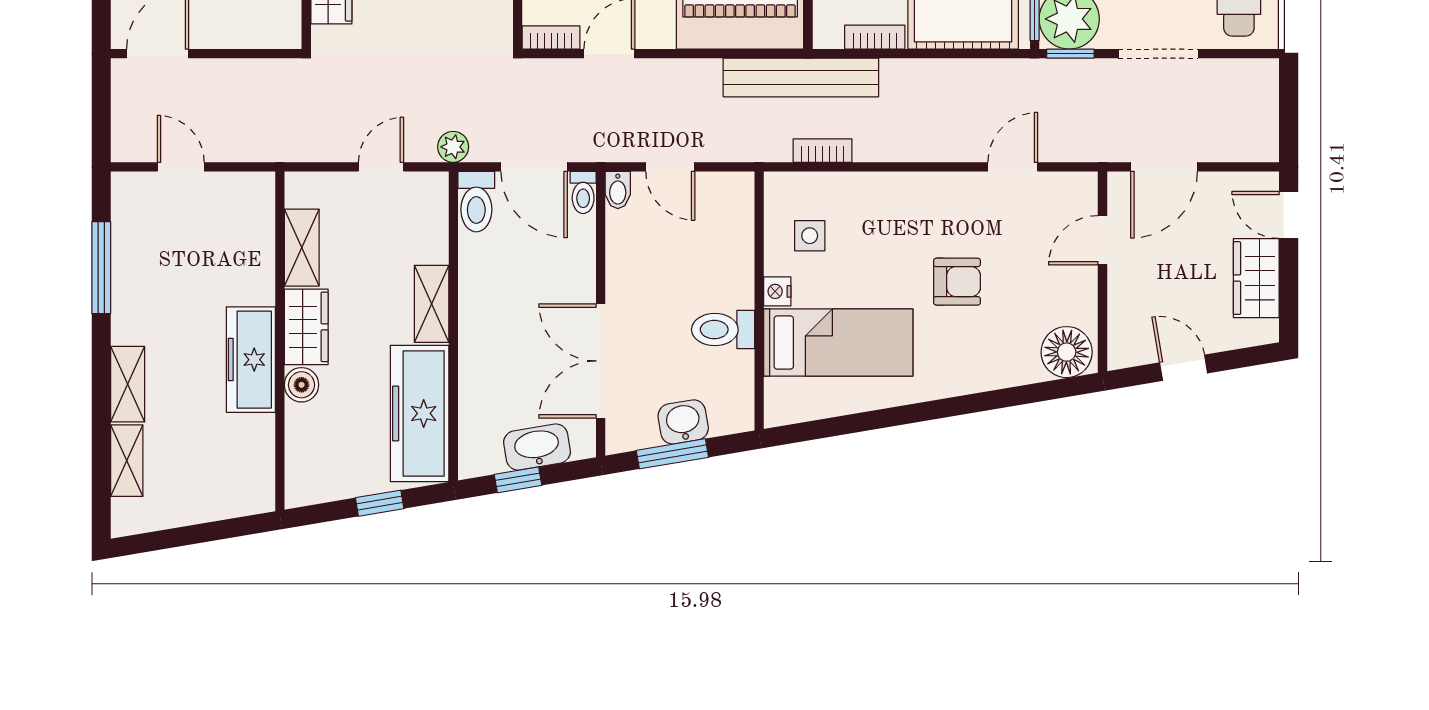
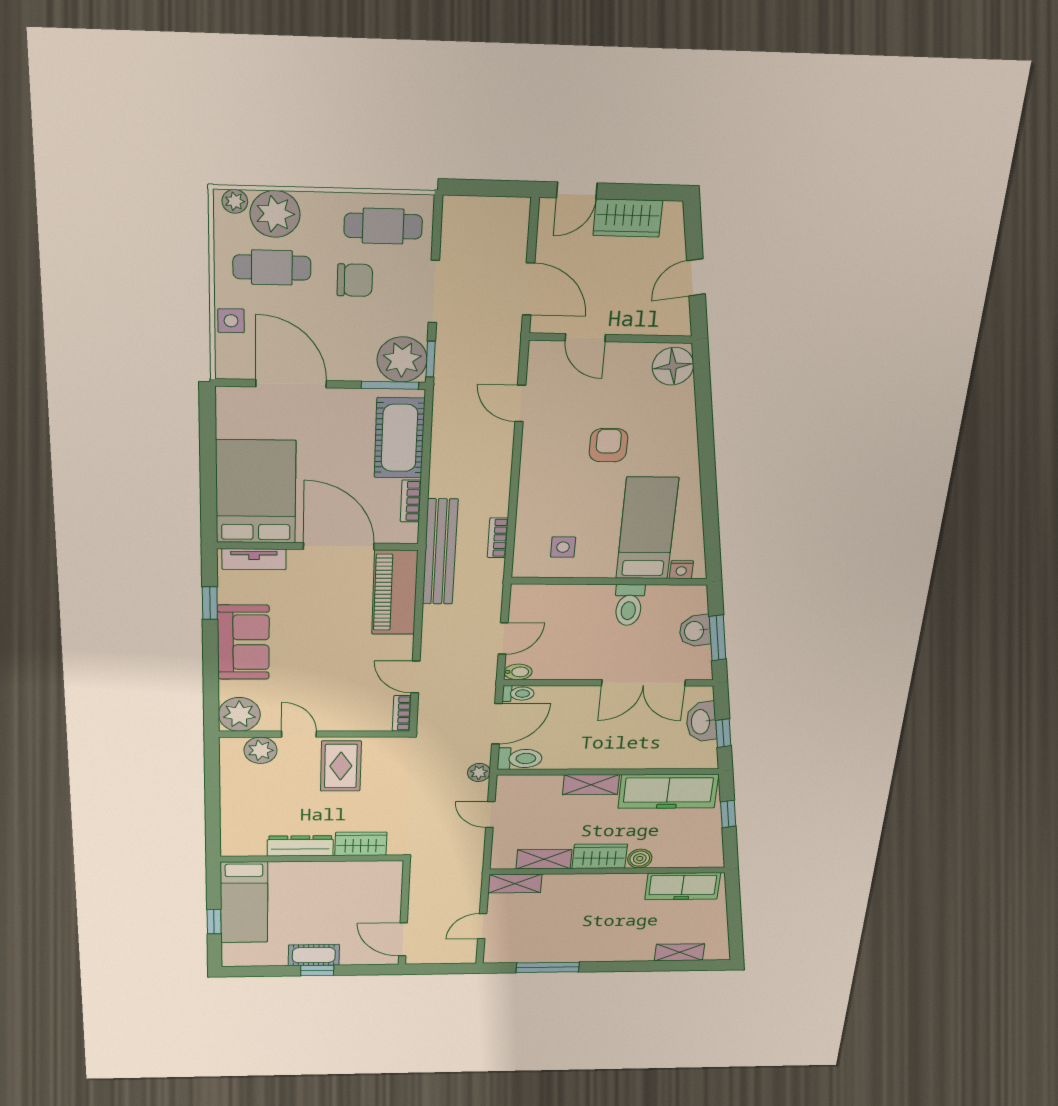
nightstand: (777, 291) -> (681, 570), moved
freezer: (251, 360) -> (683, 886), moved
shelving: (128, 384) -> (515, 884), moved

